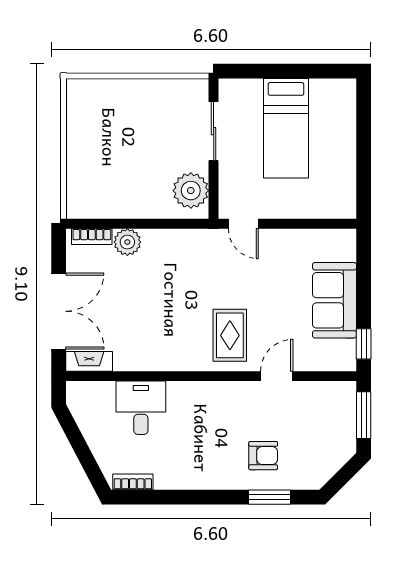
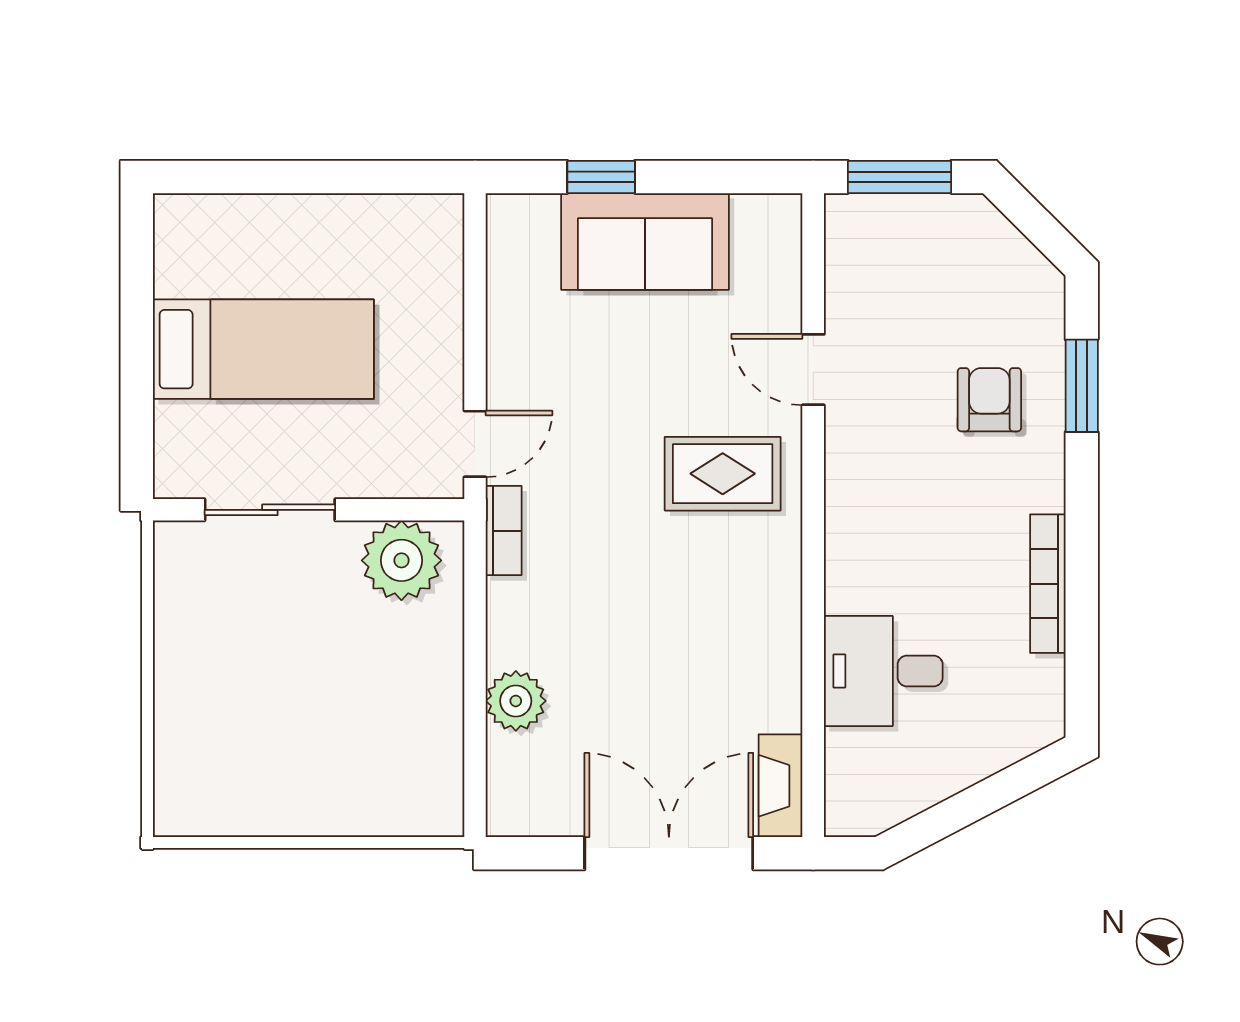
bookcase: (92, 237) -> (504, 531), moved
window: (364, 344) -> (601, 177), moved
bookcase: (133, 482) -> (1048, 584), moved, width x1.56

